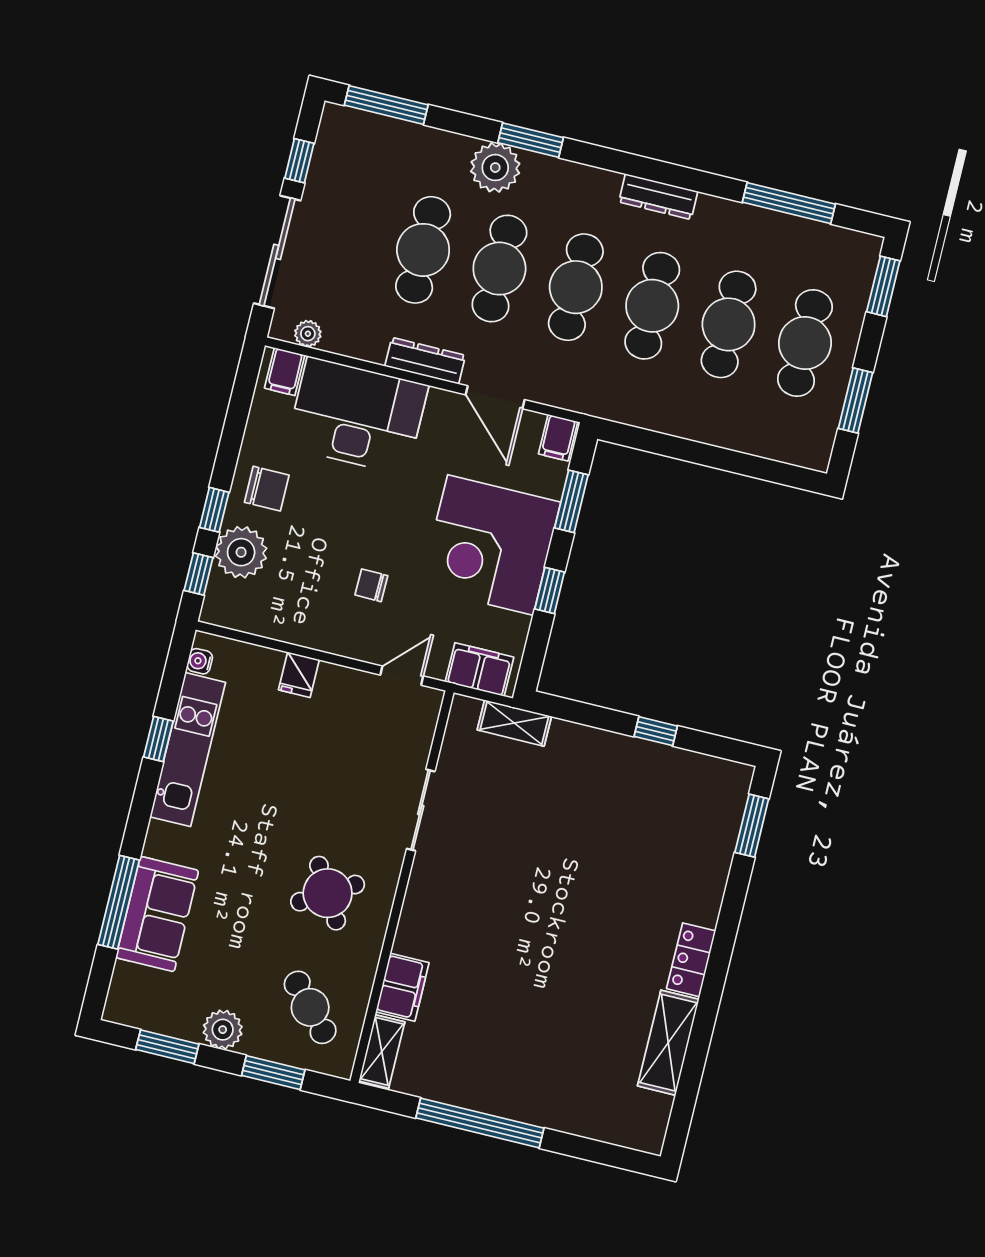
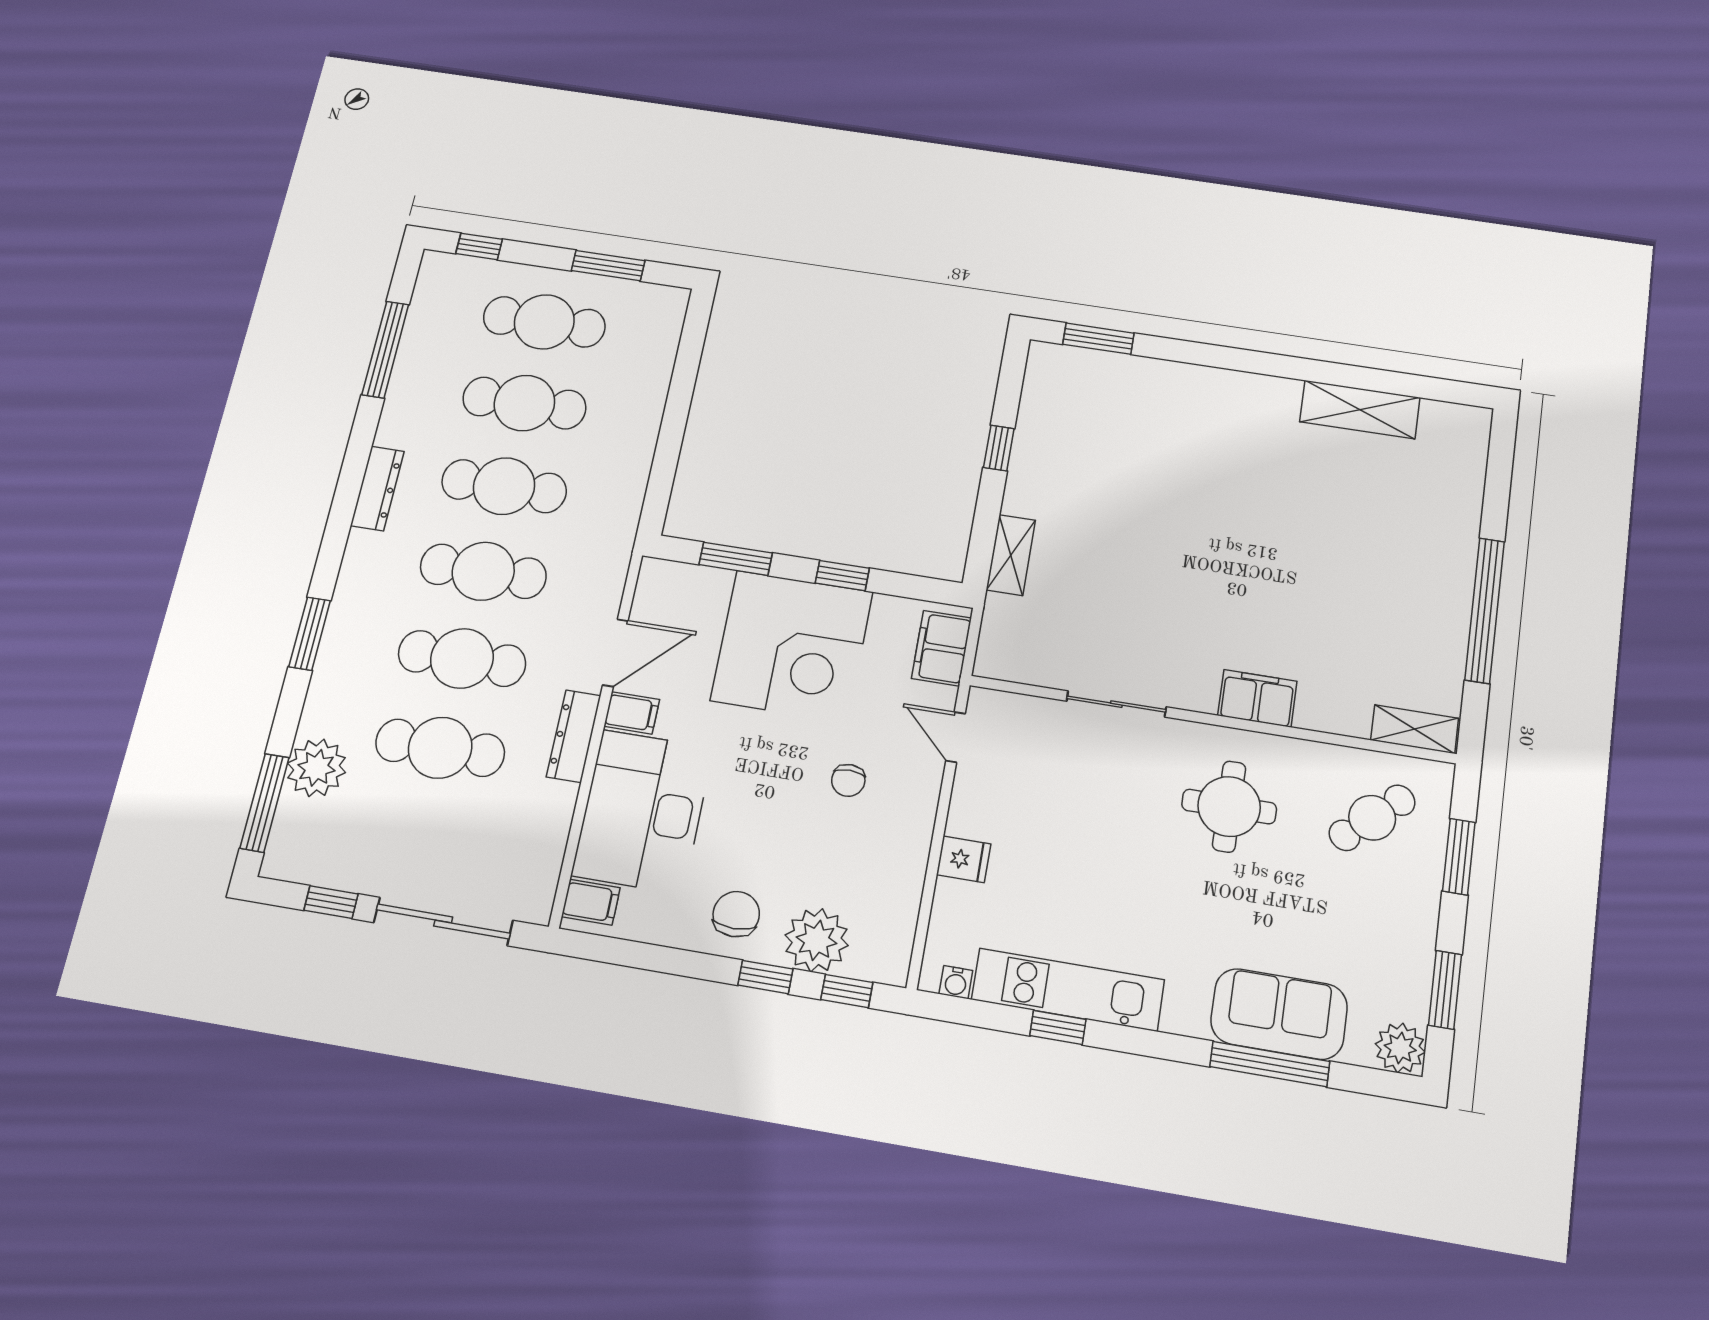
plant: (495, 168) -> (317, 768), moved
window: (883, 286) -> (479, 246), width x0.67
plant: (308, 334) -> (543, 877), removed
filing cabinet: (558, 438) -> (632, 713), moved
shelving: (514, 723) -> (1011, 555), moved
round table: (328, 893) -> (1229, 807), turned 31
locker: (691, 960) -> (1260, 392), removed
filing cabinet: (402, 987) -> (1257, 698), moved
plant: (223, 1030) -> (1400, 1048), moved

